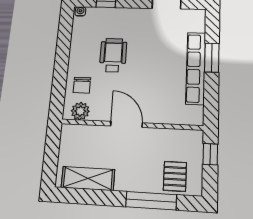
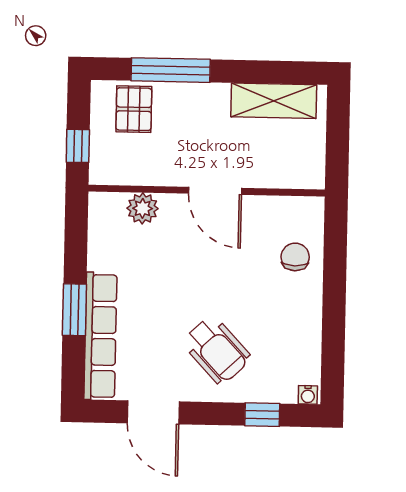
wheelchair: (113, 55) -> (217, 350), moved, turned -43
row of seats: (196, 68) -> (100, 336), moved
plant: (80, 111) -> (143, 208), moved

